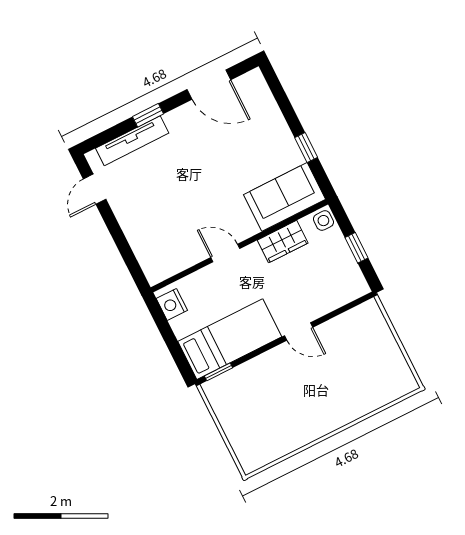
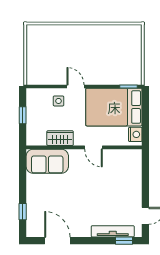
window: (148, 115) -> (124, 241), moved
window: (306, 147) -> (23, 212), moved
side table: (323, 221) -> (59, 101), moved
bed: (230, 339) -> (114, 107), width x1.50

